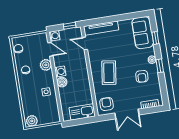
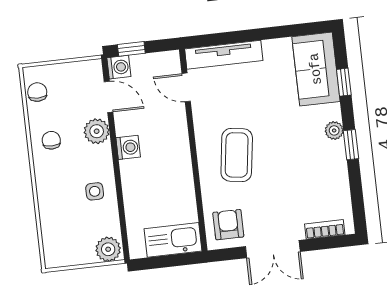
window: (70, 26) -> (131, 49), moved
armchair: (142, 76) -> (310, 167), removed
boiler: (62, 82) -> (131, 171), removed
plant: (32, 121) -> (108, 249), moved

